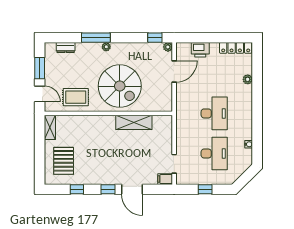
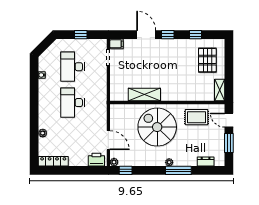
printer: (200, 50) -> (96, 160), moved
door: (174, 71) -> (108, 140), swing flipped

